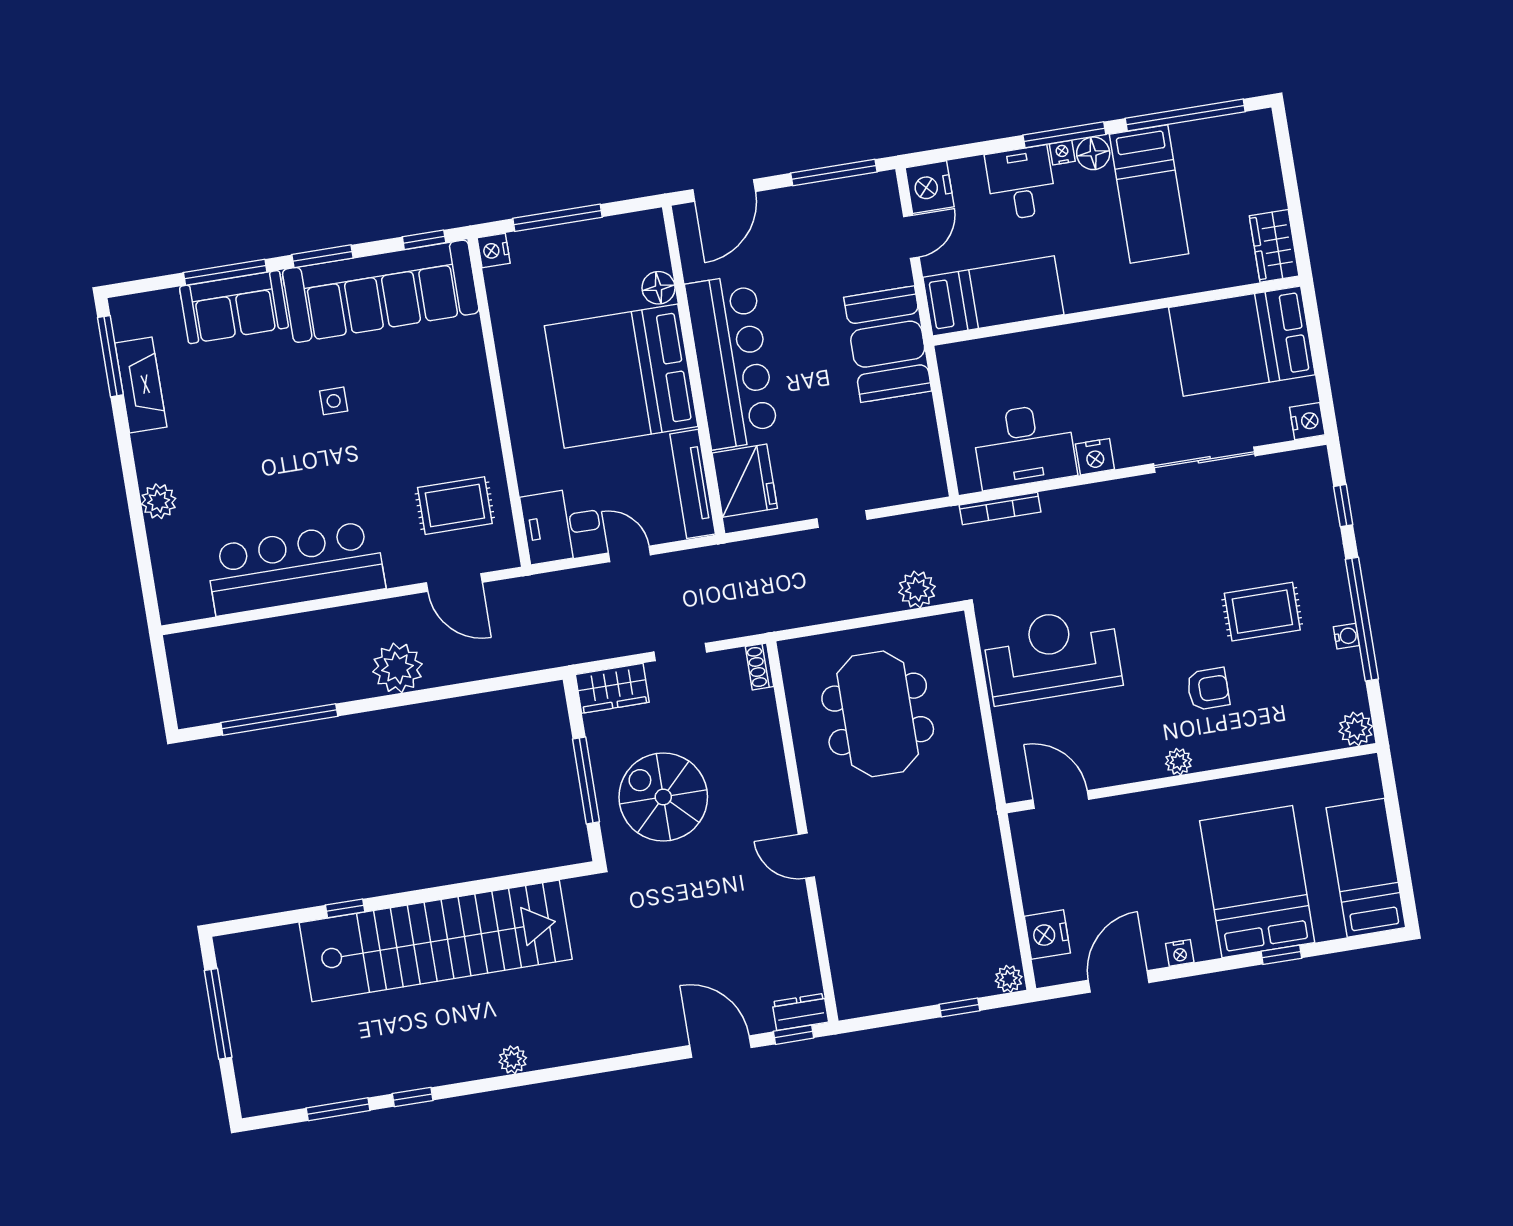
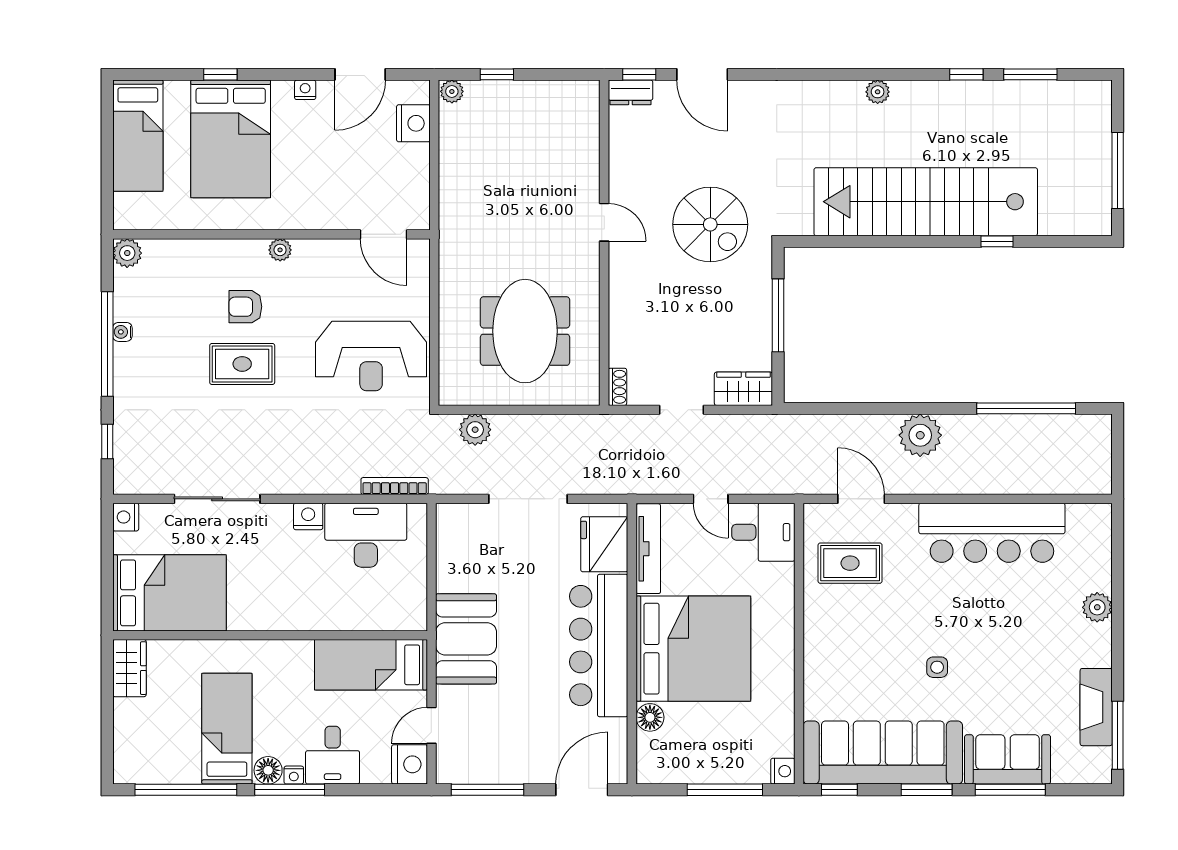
doorway: (842, 519) -> (528, 499), width x1.88
rug: (1262, 612) -> (242, 364), moved
spiral stairs: (663, 797) -> (710, 224), moved

